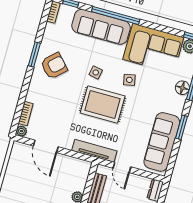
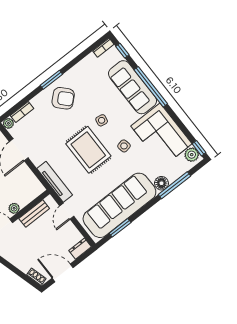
window: (34, 54) -> (51, 80), moved
armchair: (54, 66) -> (63, 98), moved
window: (181, 127) -> (120, 228), moved
sofa: (162, 142) -> (119, 205), width x1.36, depth x1.27

